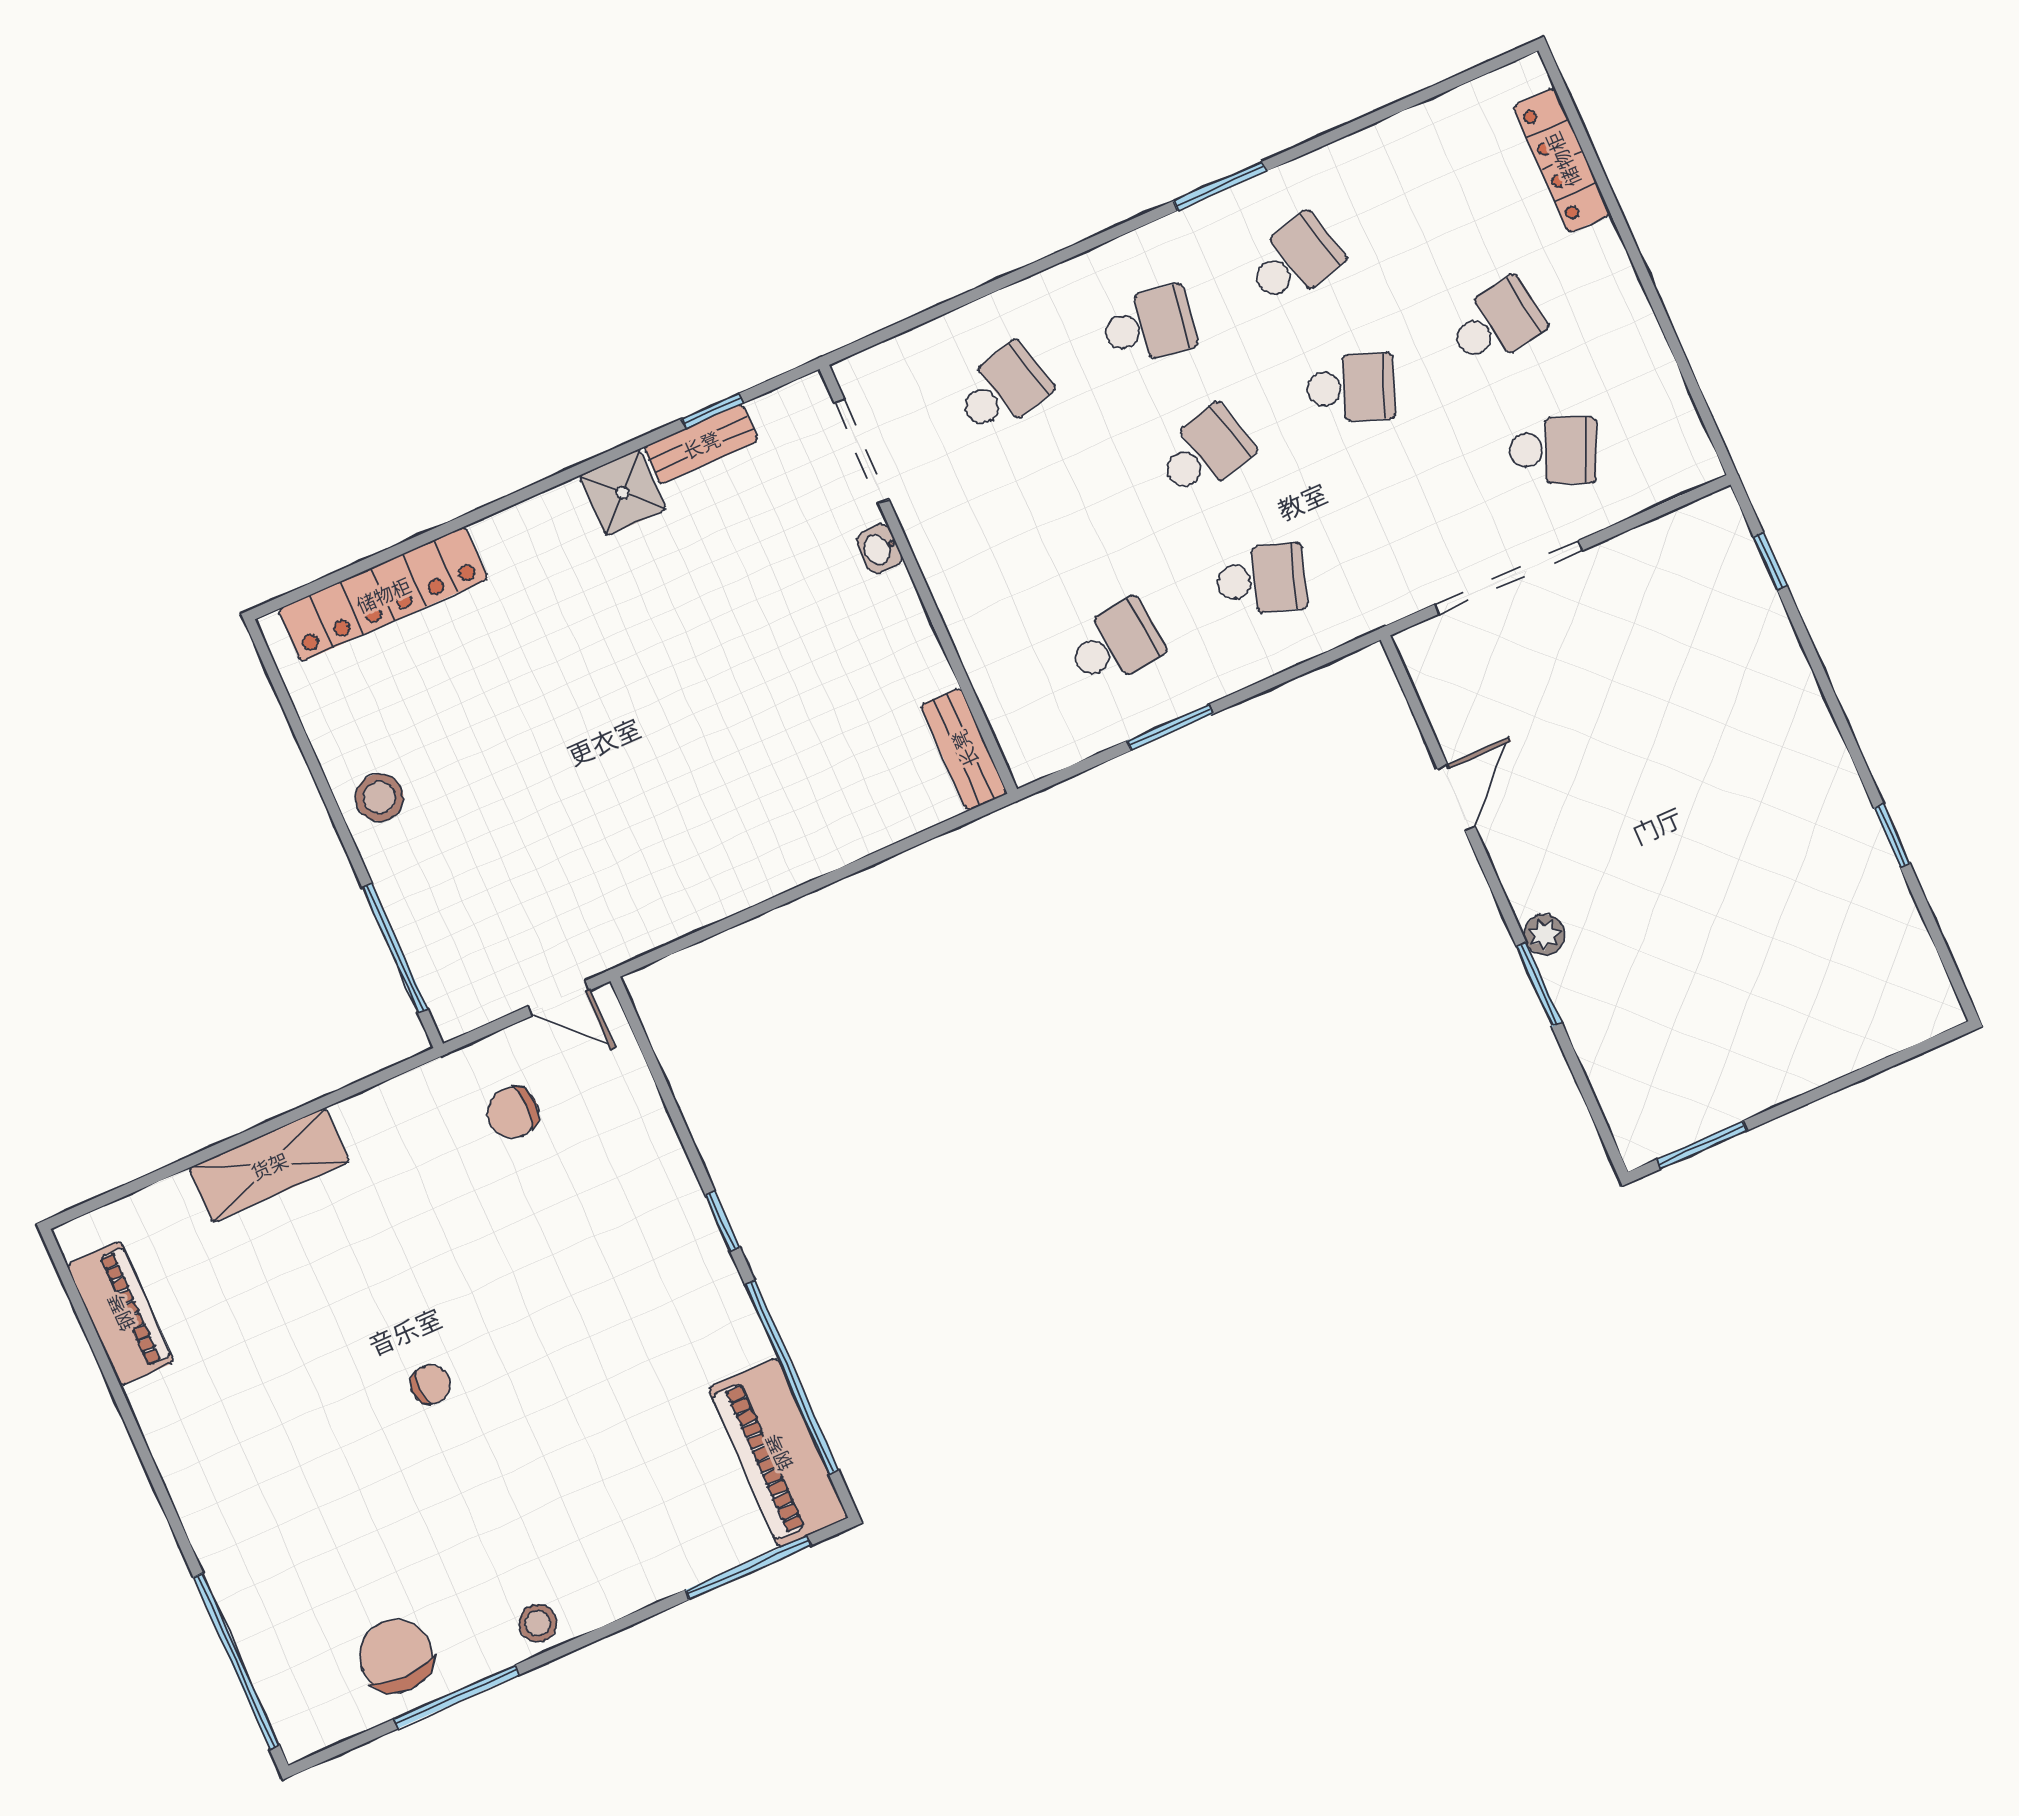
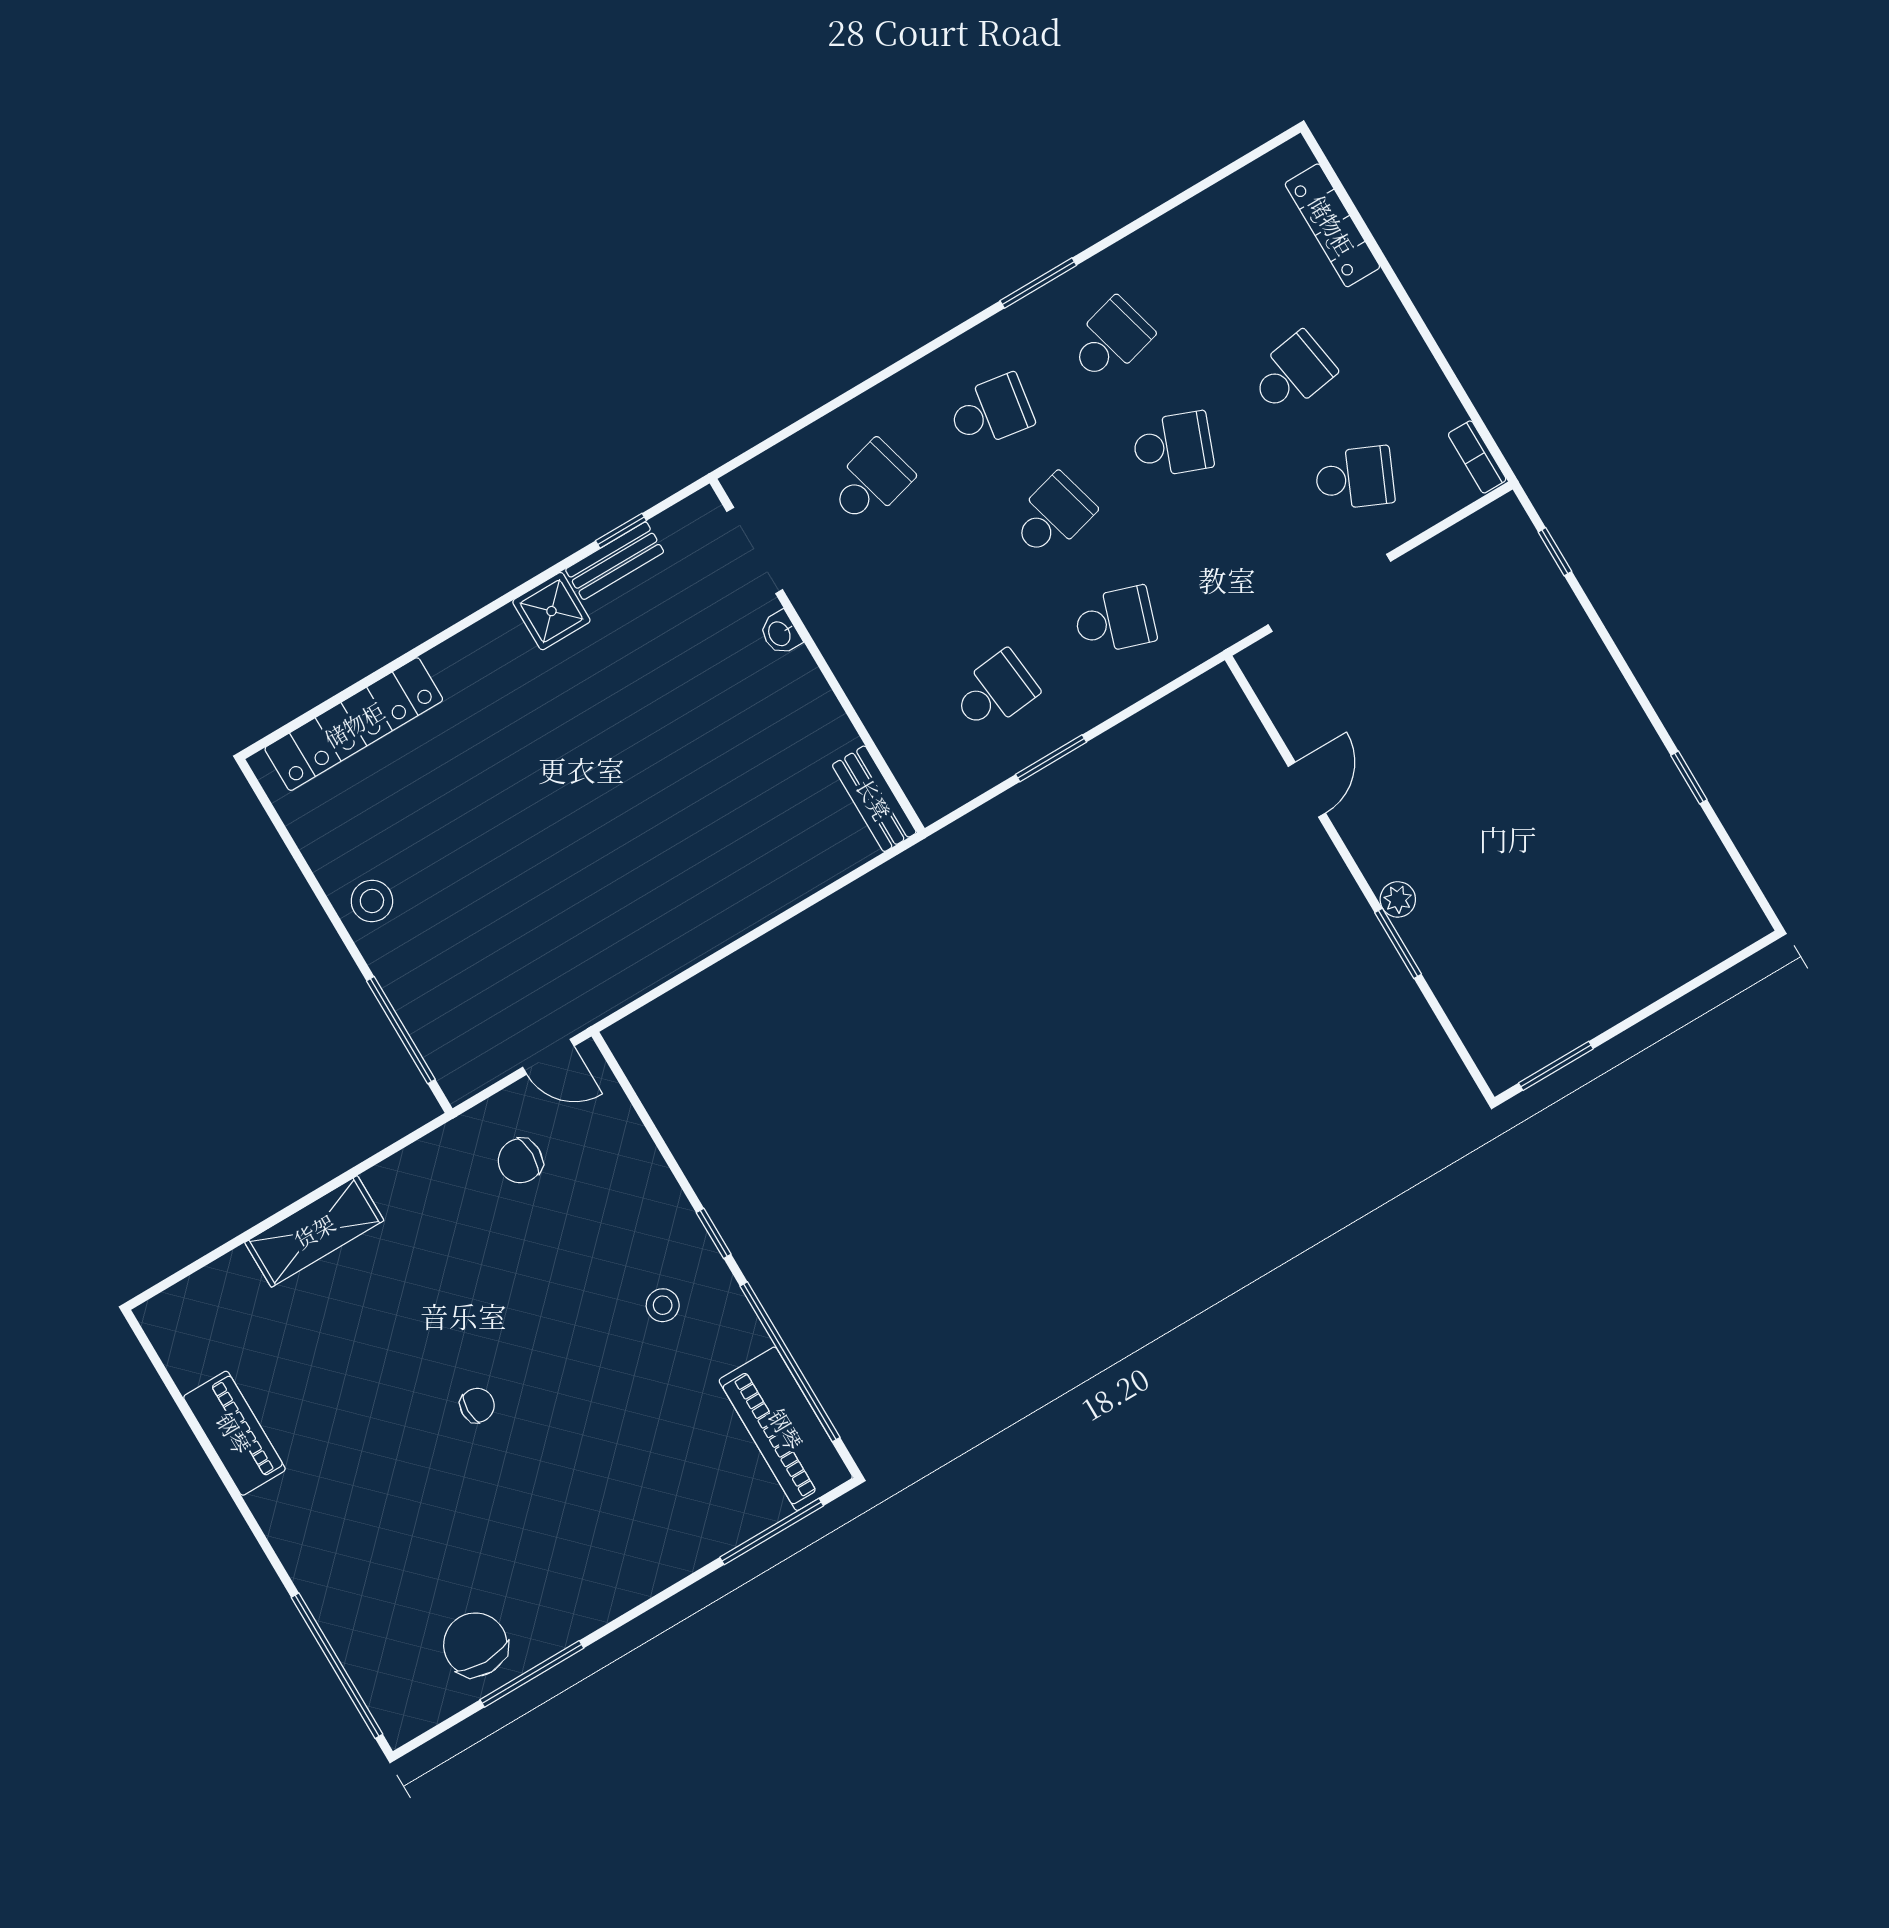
bookcase: (1695, 443) -> (1477, 457), added
piano: (120, 1313) -> (234, 1433), moved
stool: (538, 1623) -> (663, 1305), moved

